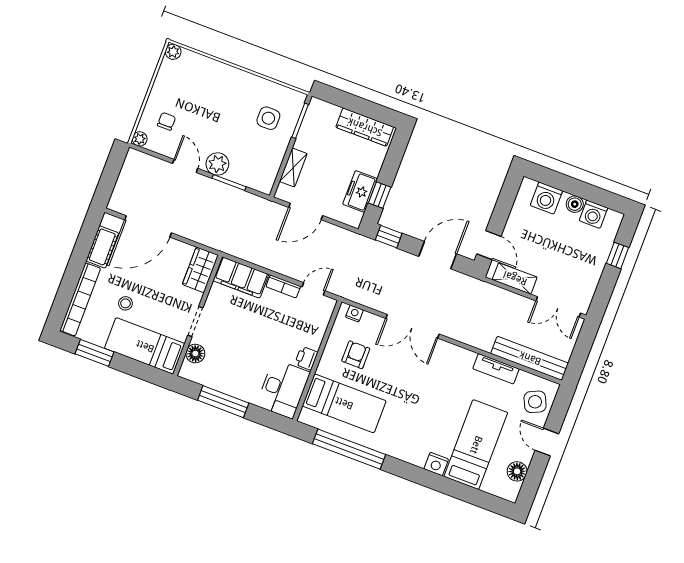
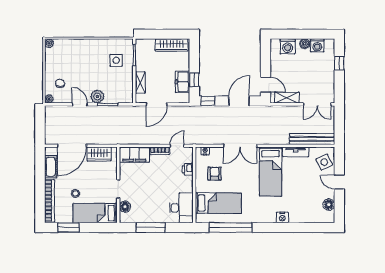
wardrobe: (200, 270) -> (99, 154), moved, turned -90
printer: (306, 358) -> (188, 169), moved
bed: (476, 445) -> (271, 172), moved, turned 180

